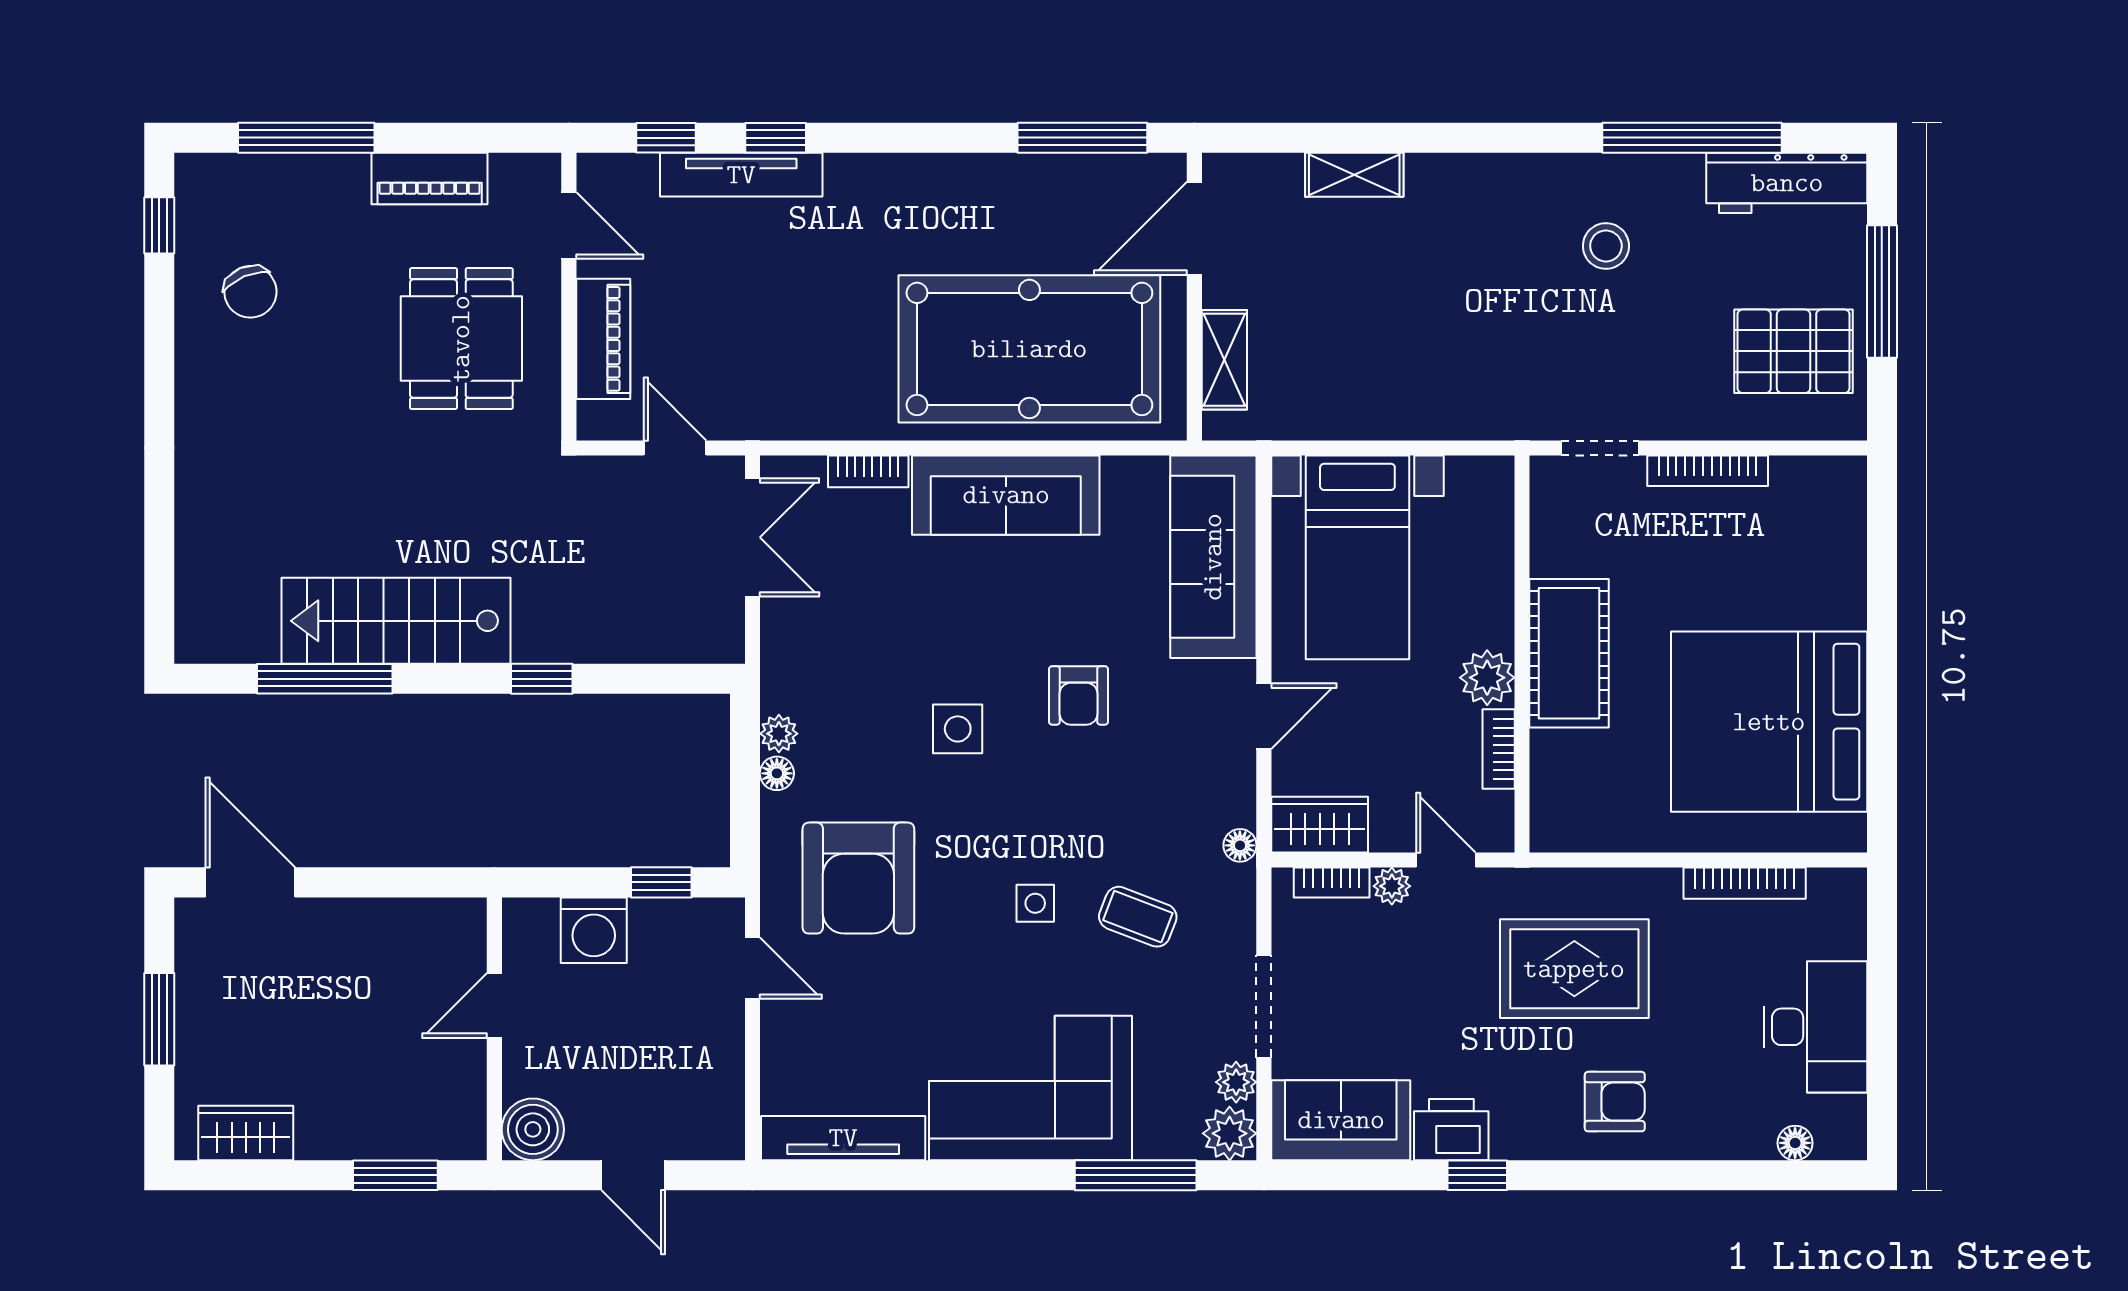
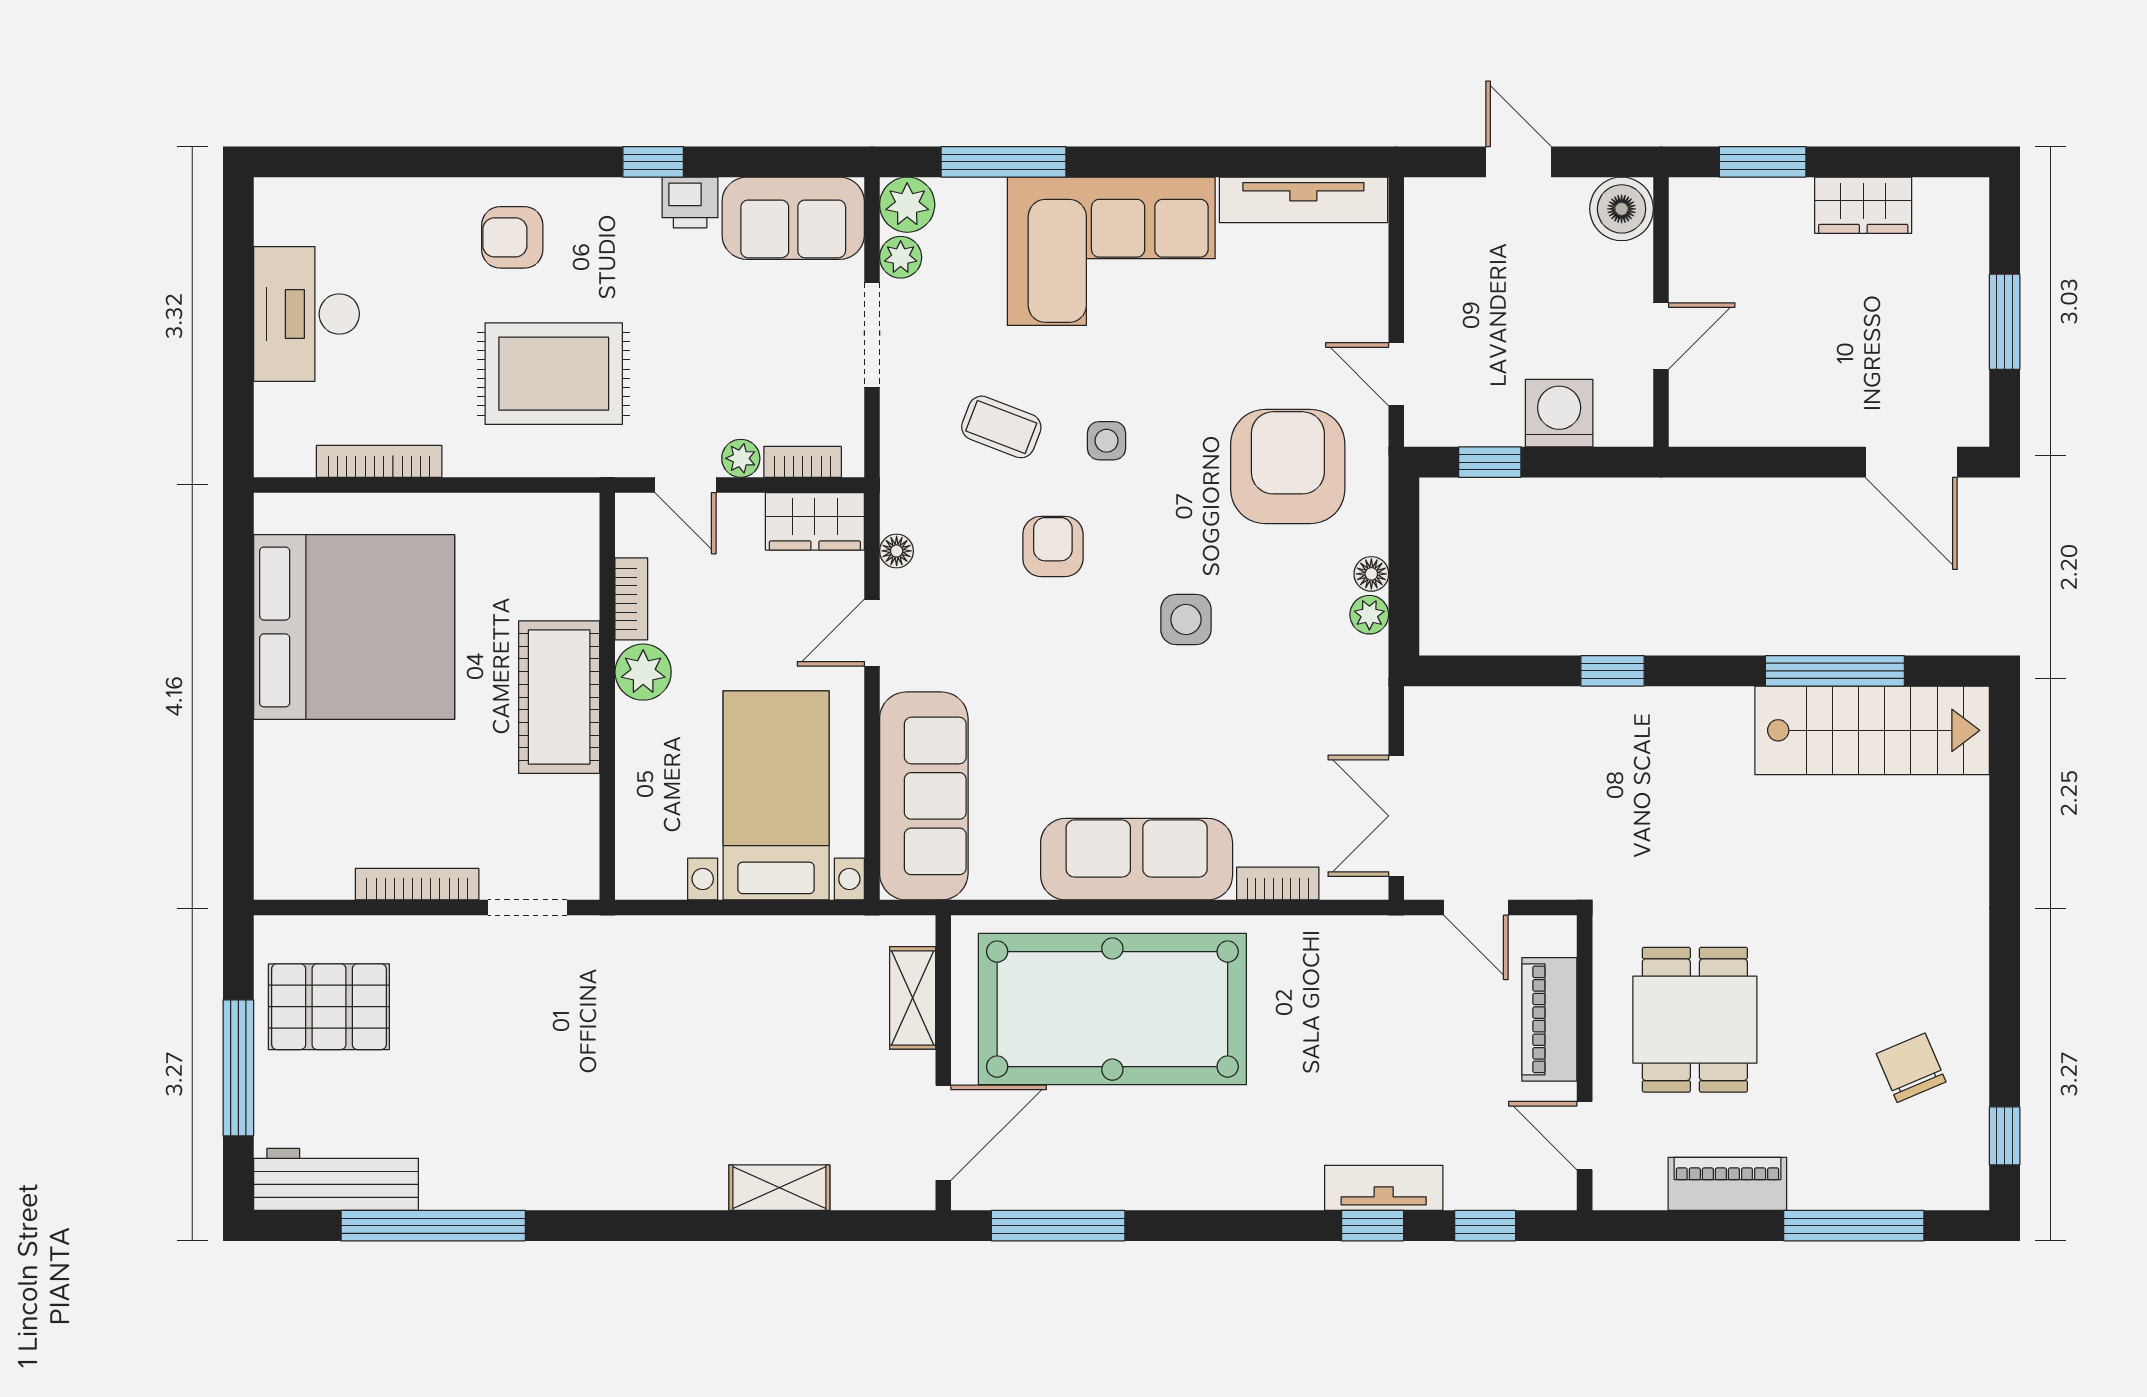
tv unit: (741, 175) -> (1384, 1188), width x0.71
stool: (1606, 246) -> (521, 1115), removed
stairs: (396, 621) -> (1872, 730), moved
armchair: (1079, 695) -> (1053, 546), moved
floor lamp: (1240, 845) -> (897, 551), moved
printer: (1451, 1130) -> (690, 202), width x0.73, depth x0.81
wardrobe: (246, 1133) -> (1863, 205), moved
floor lamp: (1795, 1143) -> (327, 195), removed

